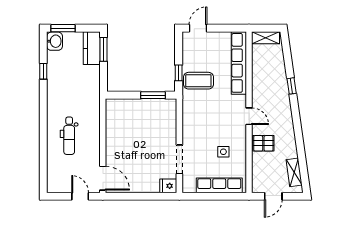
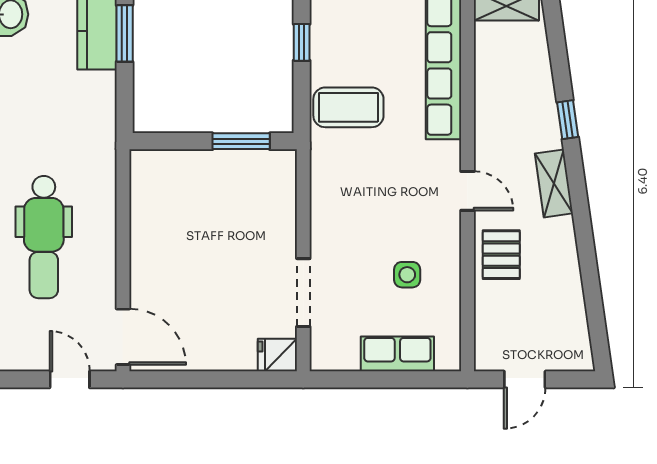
window: (179, 73) -> (302, 42), moved
dental chair: (69, 136) -> (44, 237), width x1.36, depth x1.38
pallet: (263, 143) -> (501, 255), turned 90
shelving: (294, 172) -> (554, 183), moved
row of seats: (219, 185) -> (397, 354), width x0.68

